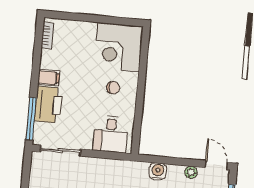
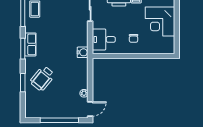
corner desk: (118, 47) -> (160, 21), moved, turned -90
water cooler: (158, 171) -> (83, 52), moved

